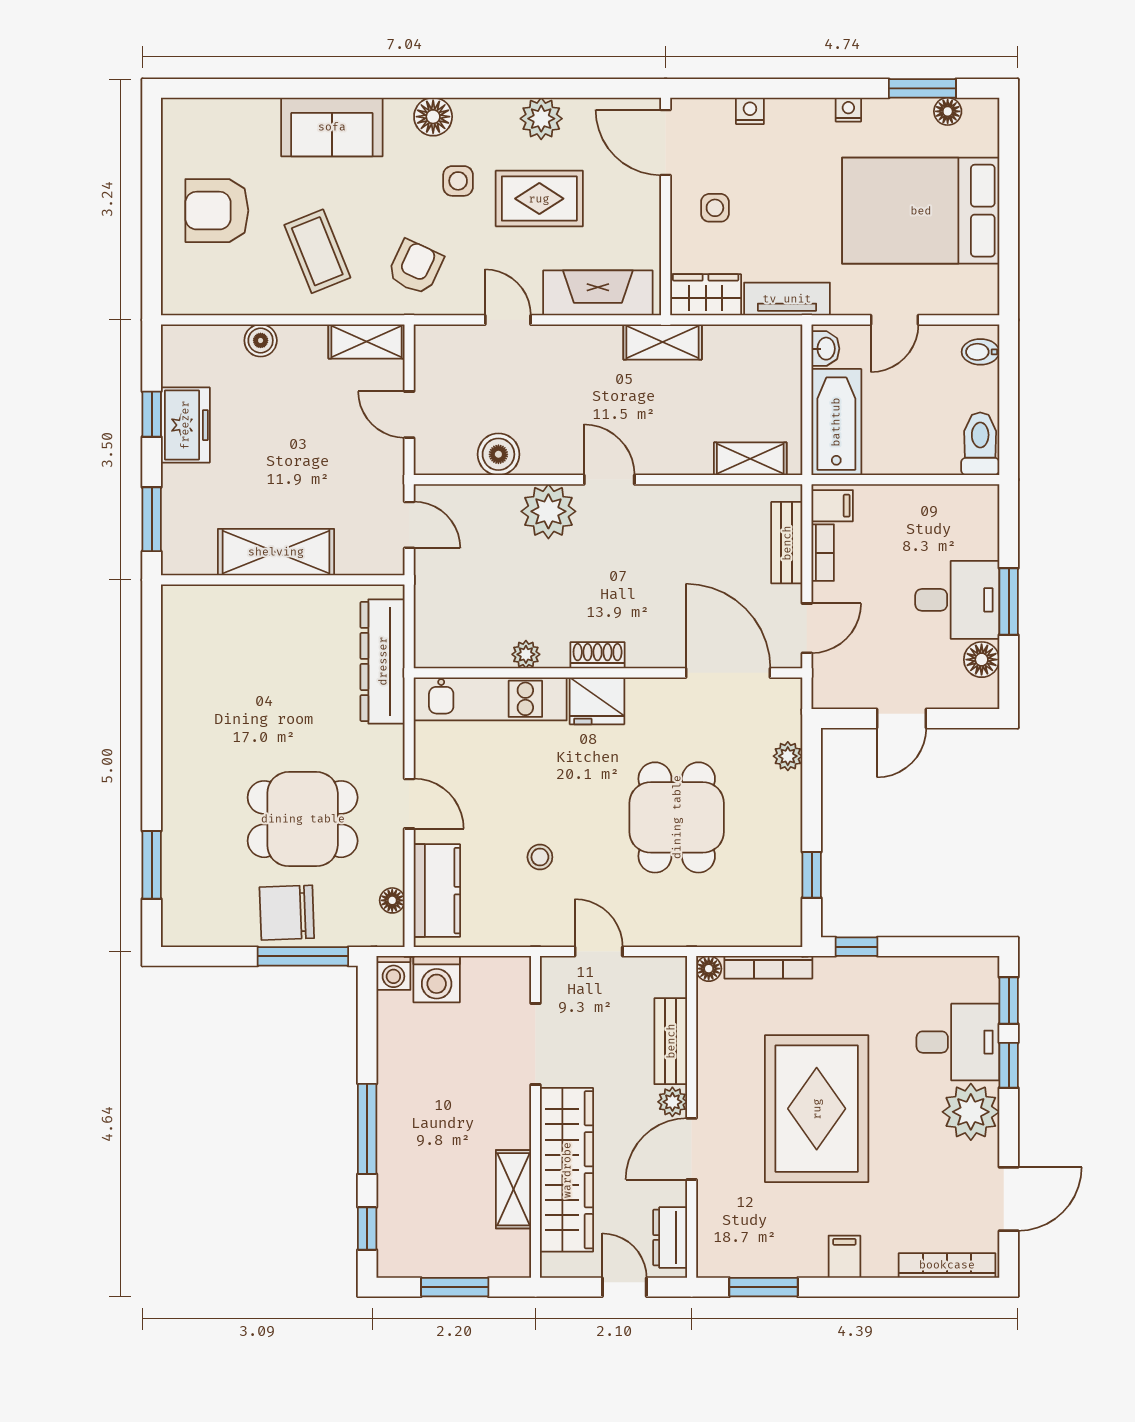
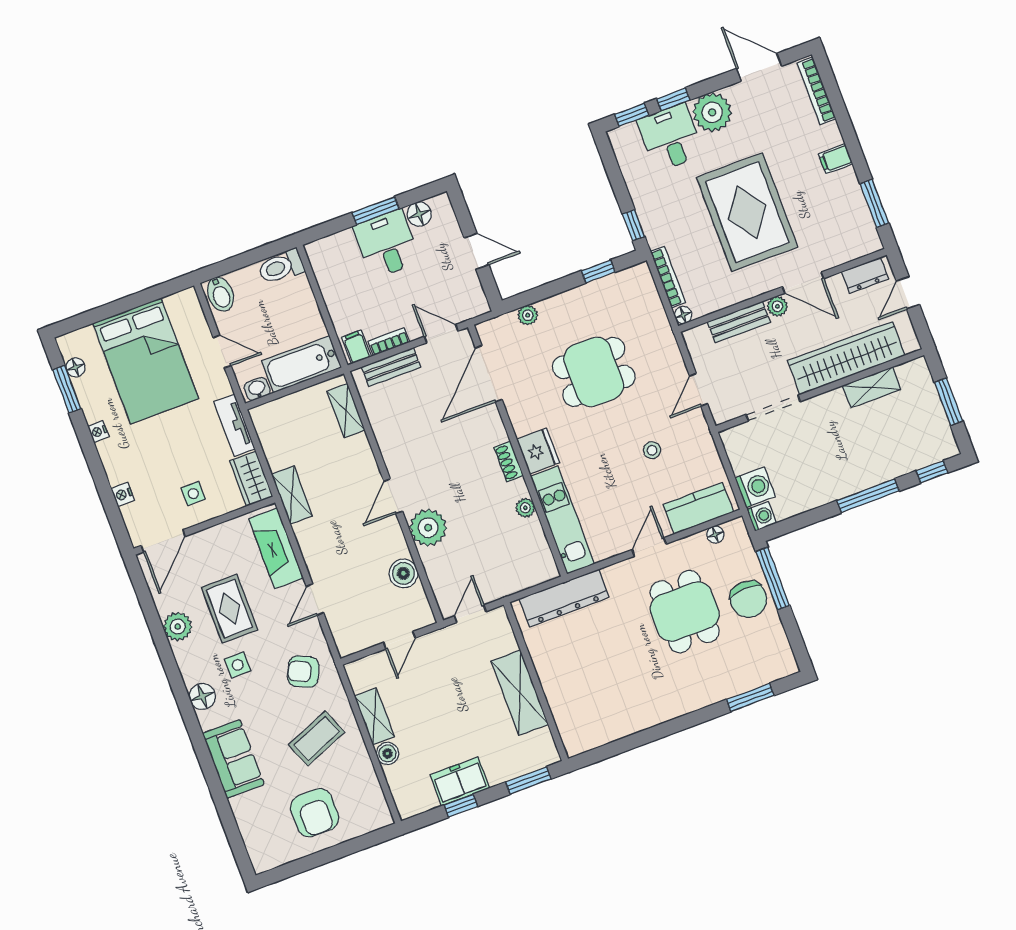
shelving: (367, 341) -> (374, 716), moved
bidet: (980, 352) -> (221, 294), width x1.38, depth x1.36
rug: (817, 1109) -> (747, 212), turned 90

